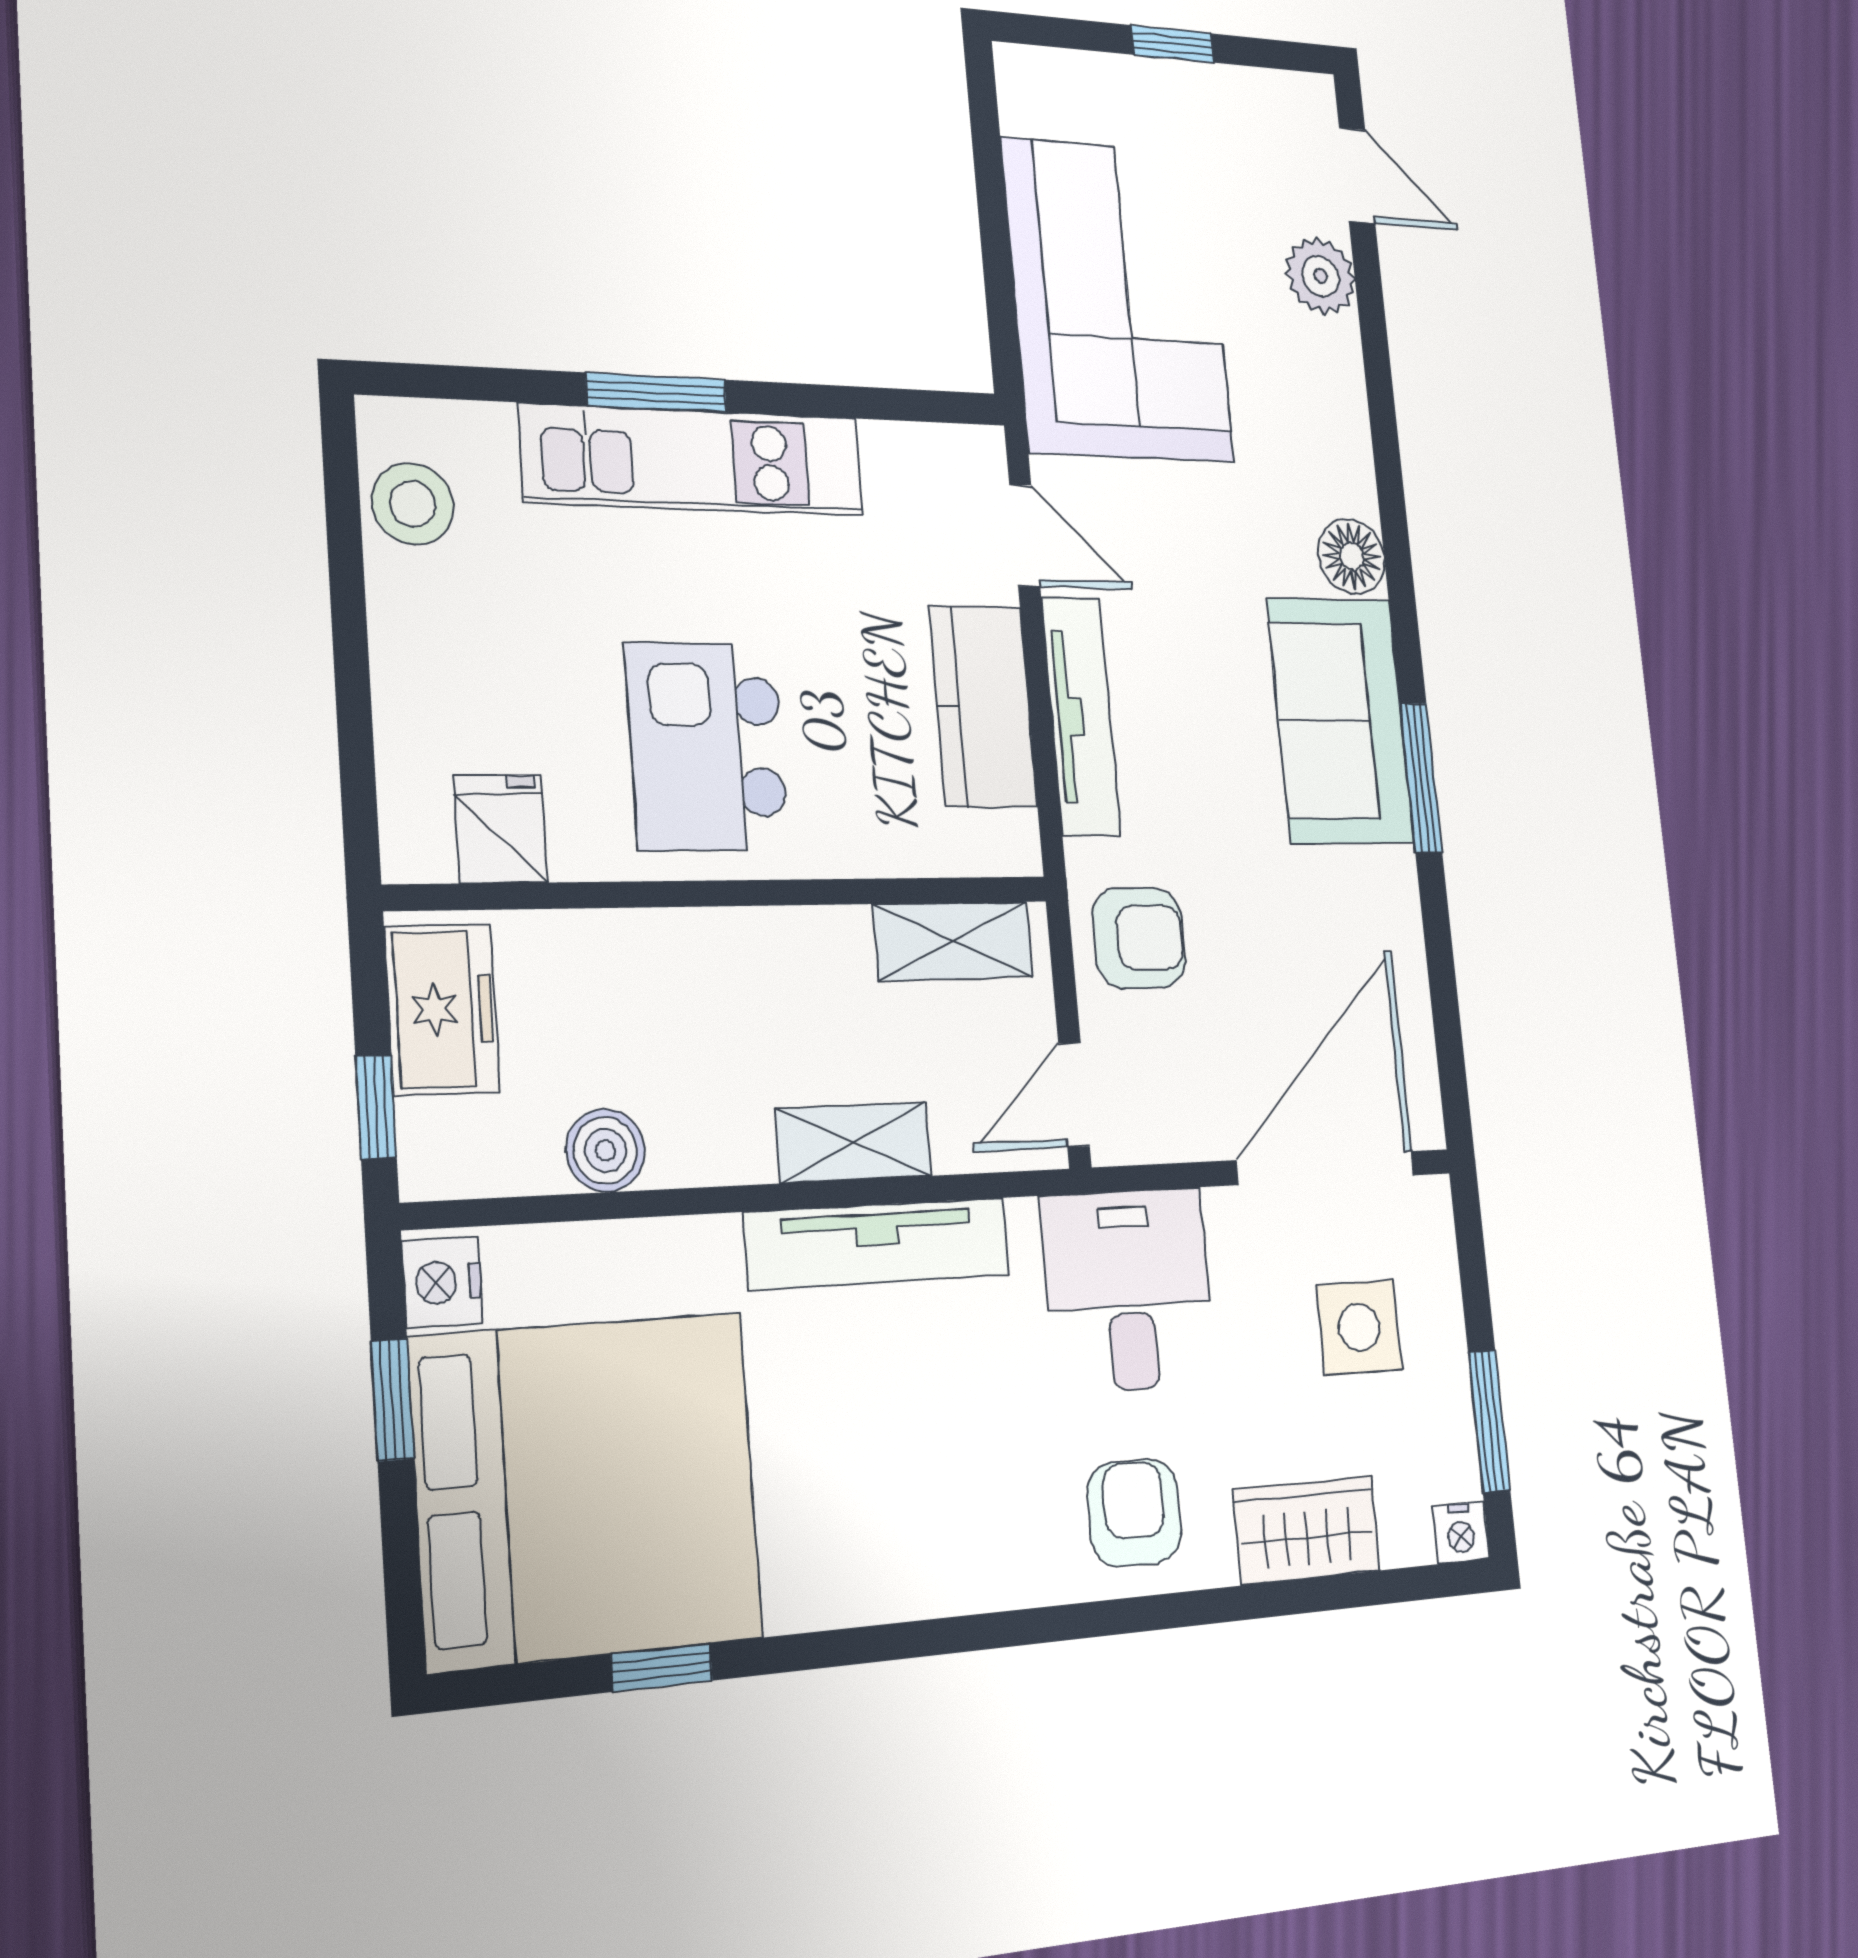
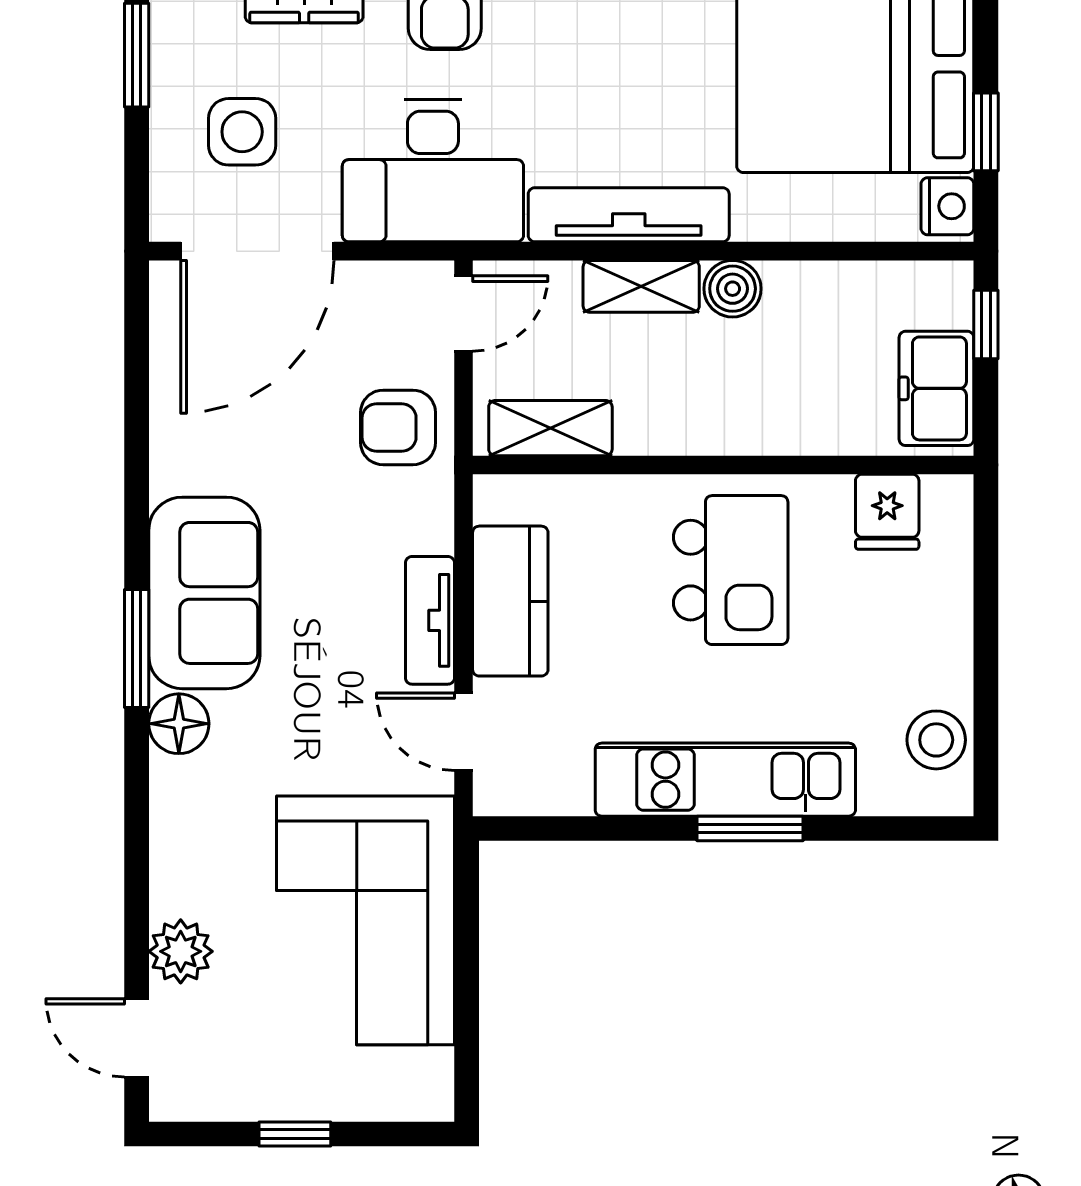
tv unit: (1081, 717) -> (430, 620), width x0.71
window: (1421, 778) -> (137, 648), moved
boiler: (605, 1150) -> (733, 289), moved
desk: (1129, 1290) -> (433, 171), width x1.37

